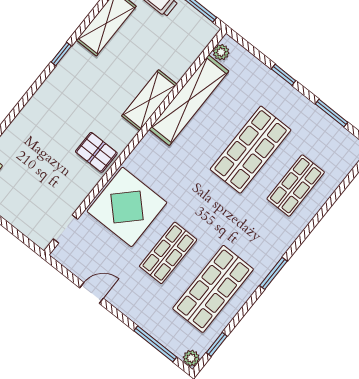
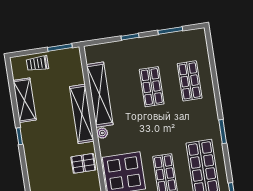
plant: (221, 52) -> (102, 133), moved
shelving: (149, 100) -> (82, 114), width x1.47
shop shelf: (251, 150) -> (152, 87), width x0.70, depth x0.74

